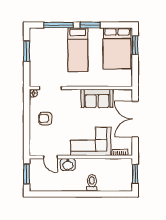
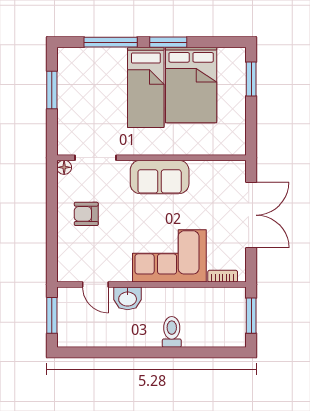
bed: (117, 48) -> (191, 85), moved
sofa: (97, 98) -> (160, 177), moved
double door: (135, 119) -> (251, 215), swing flipped

